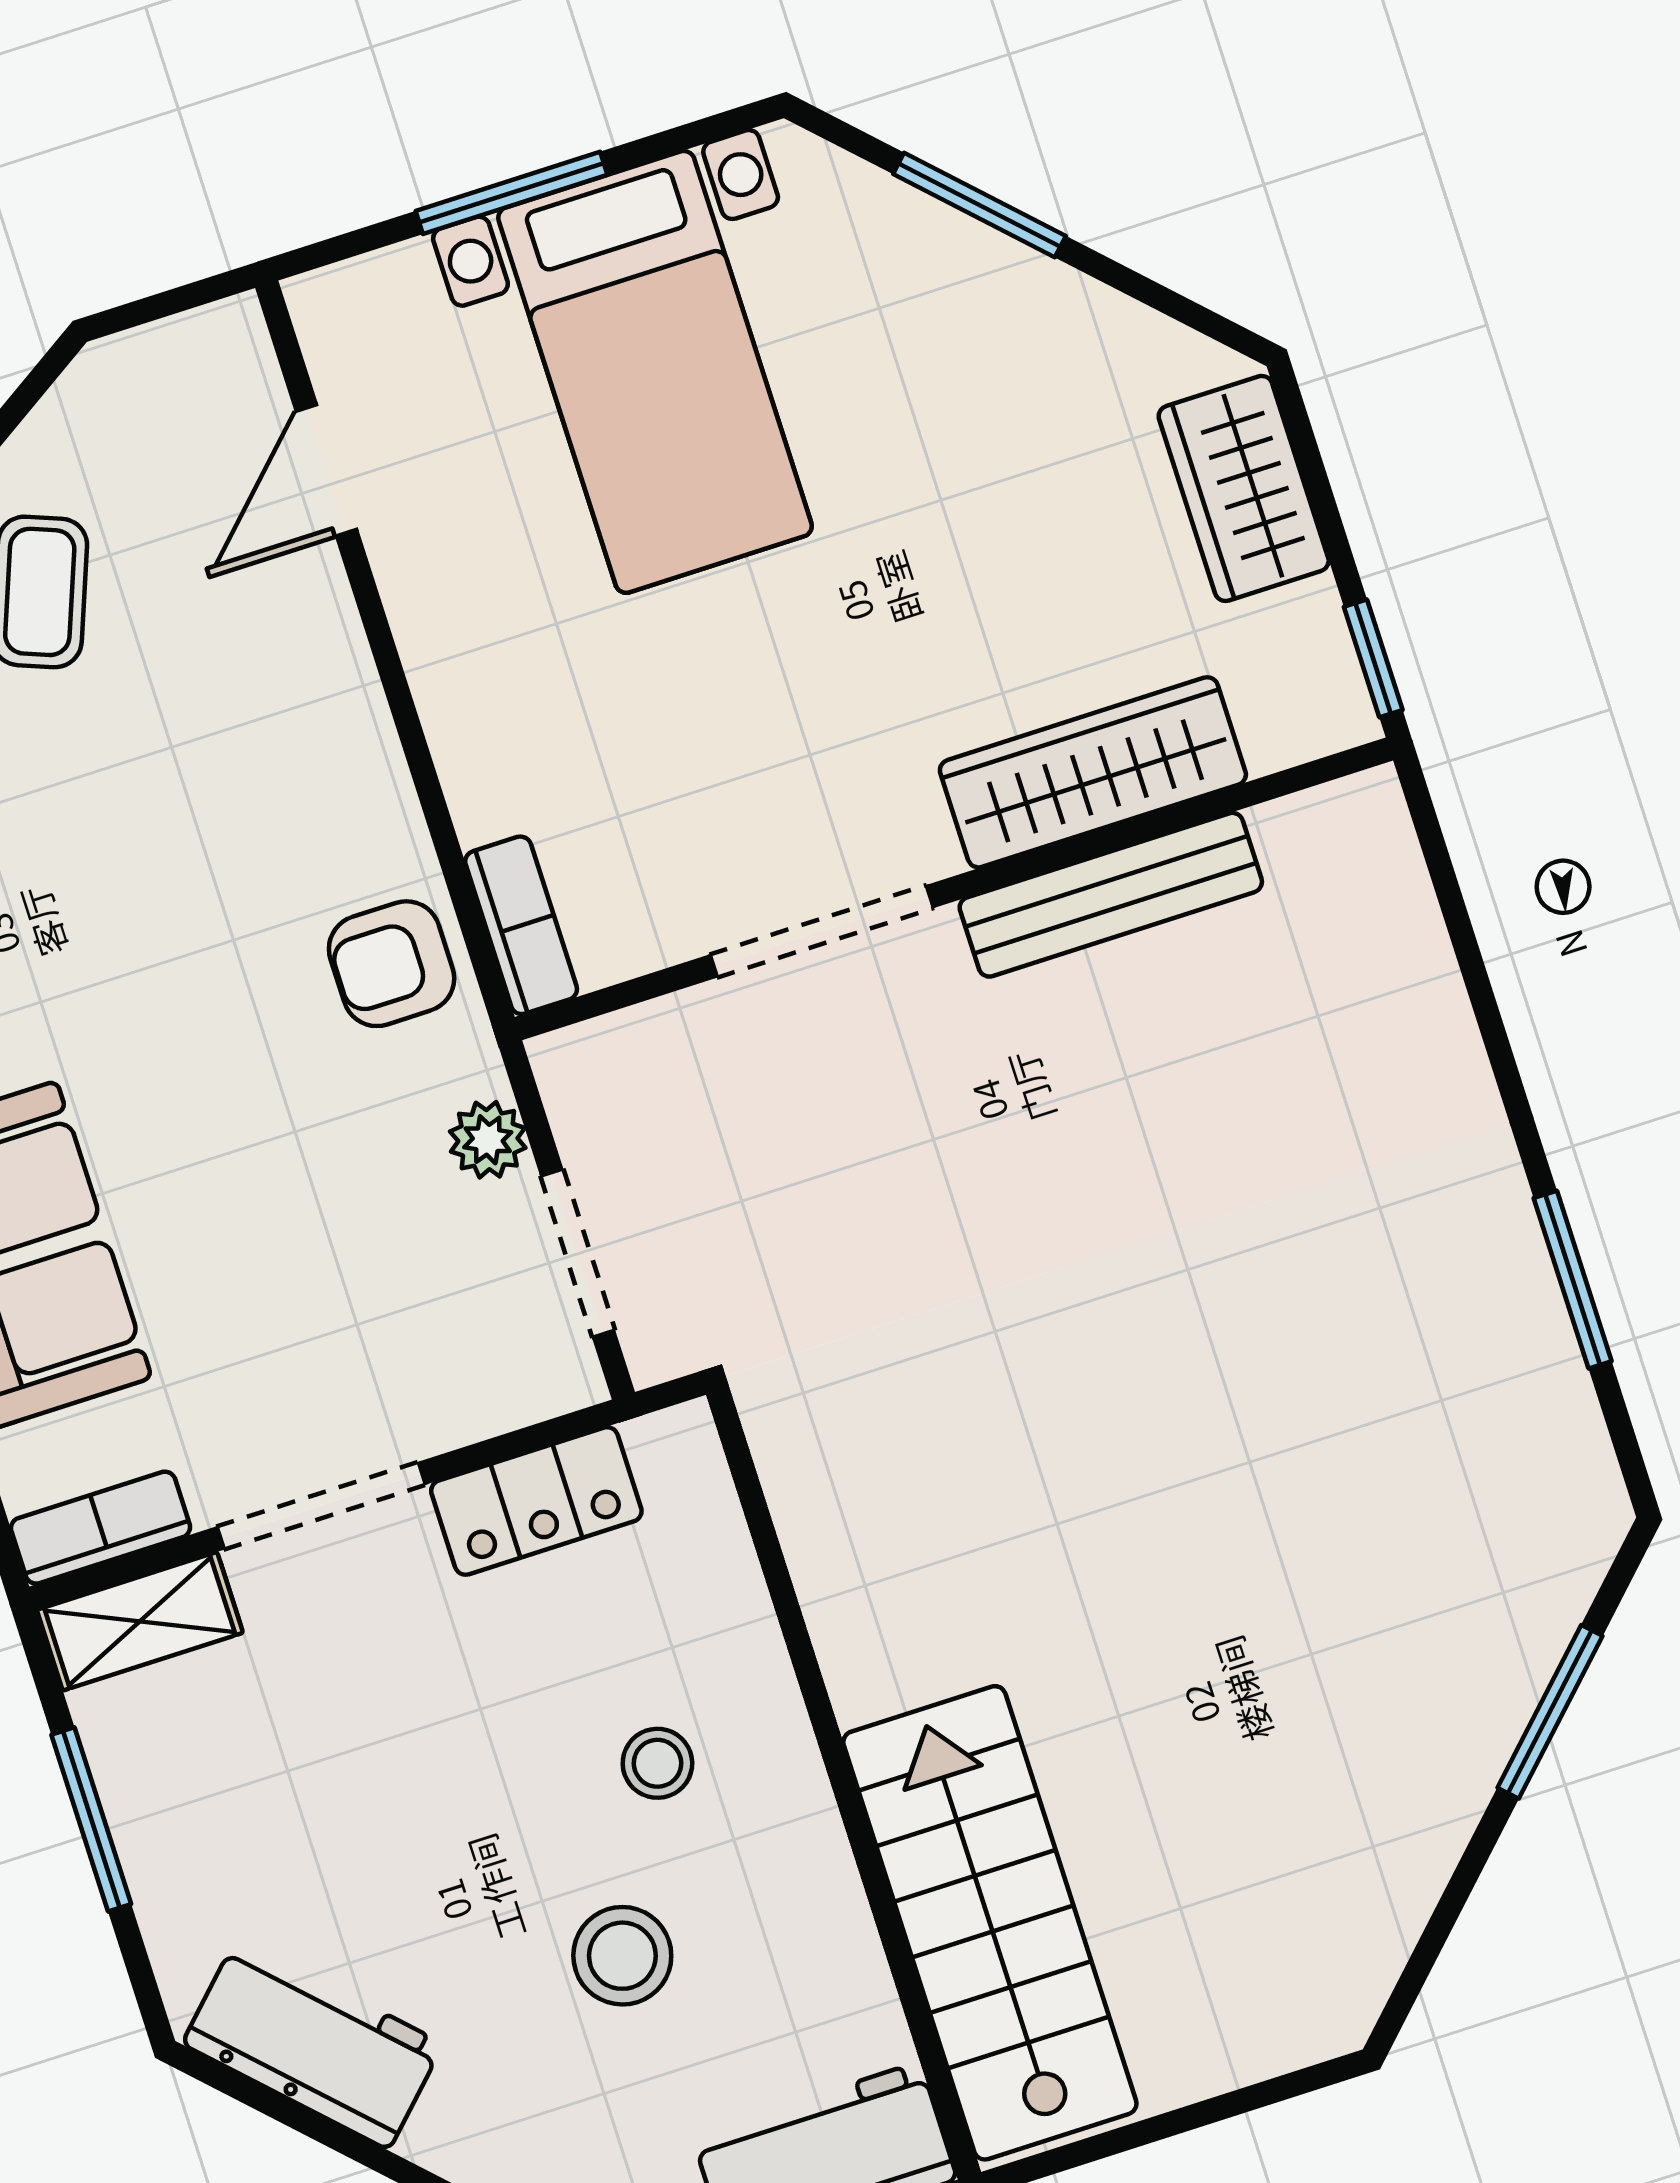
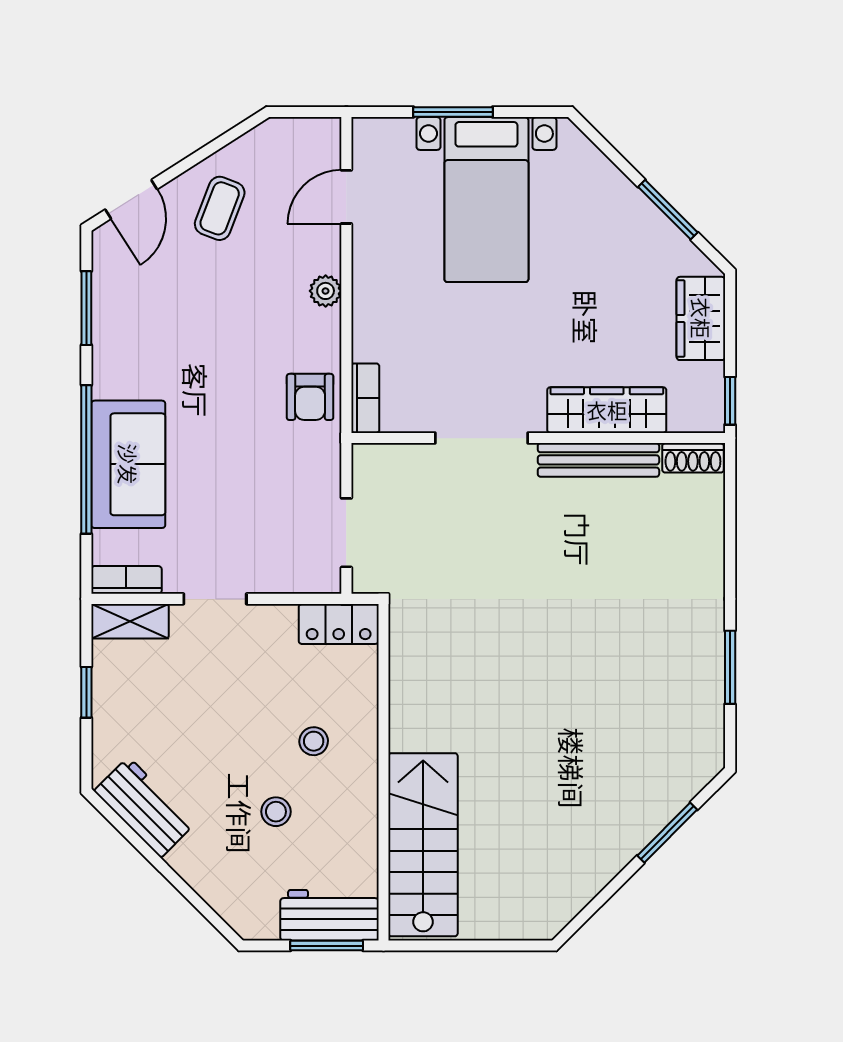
window: (979, 205) -> (668, 210), moved
shoe rack: (1330, 819) -> (693, 458), added
armchair: (392, 964) -> (310, 397), turned -90
plant: (488, 1140) -> (326, 291), moved
locker: (536, 1501) -> (339, 624), moved
doorway: (321, 1506) -> (215, 599), width x0.73
window: (91, 1819) -> (86, 692), width x0.67
stool: (622, 1956) -> (276, 812), width x0.73, depth x0.73

